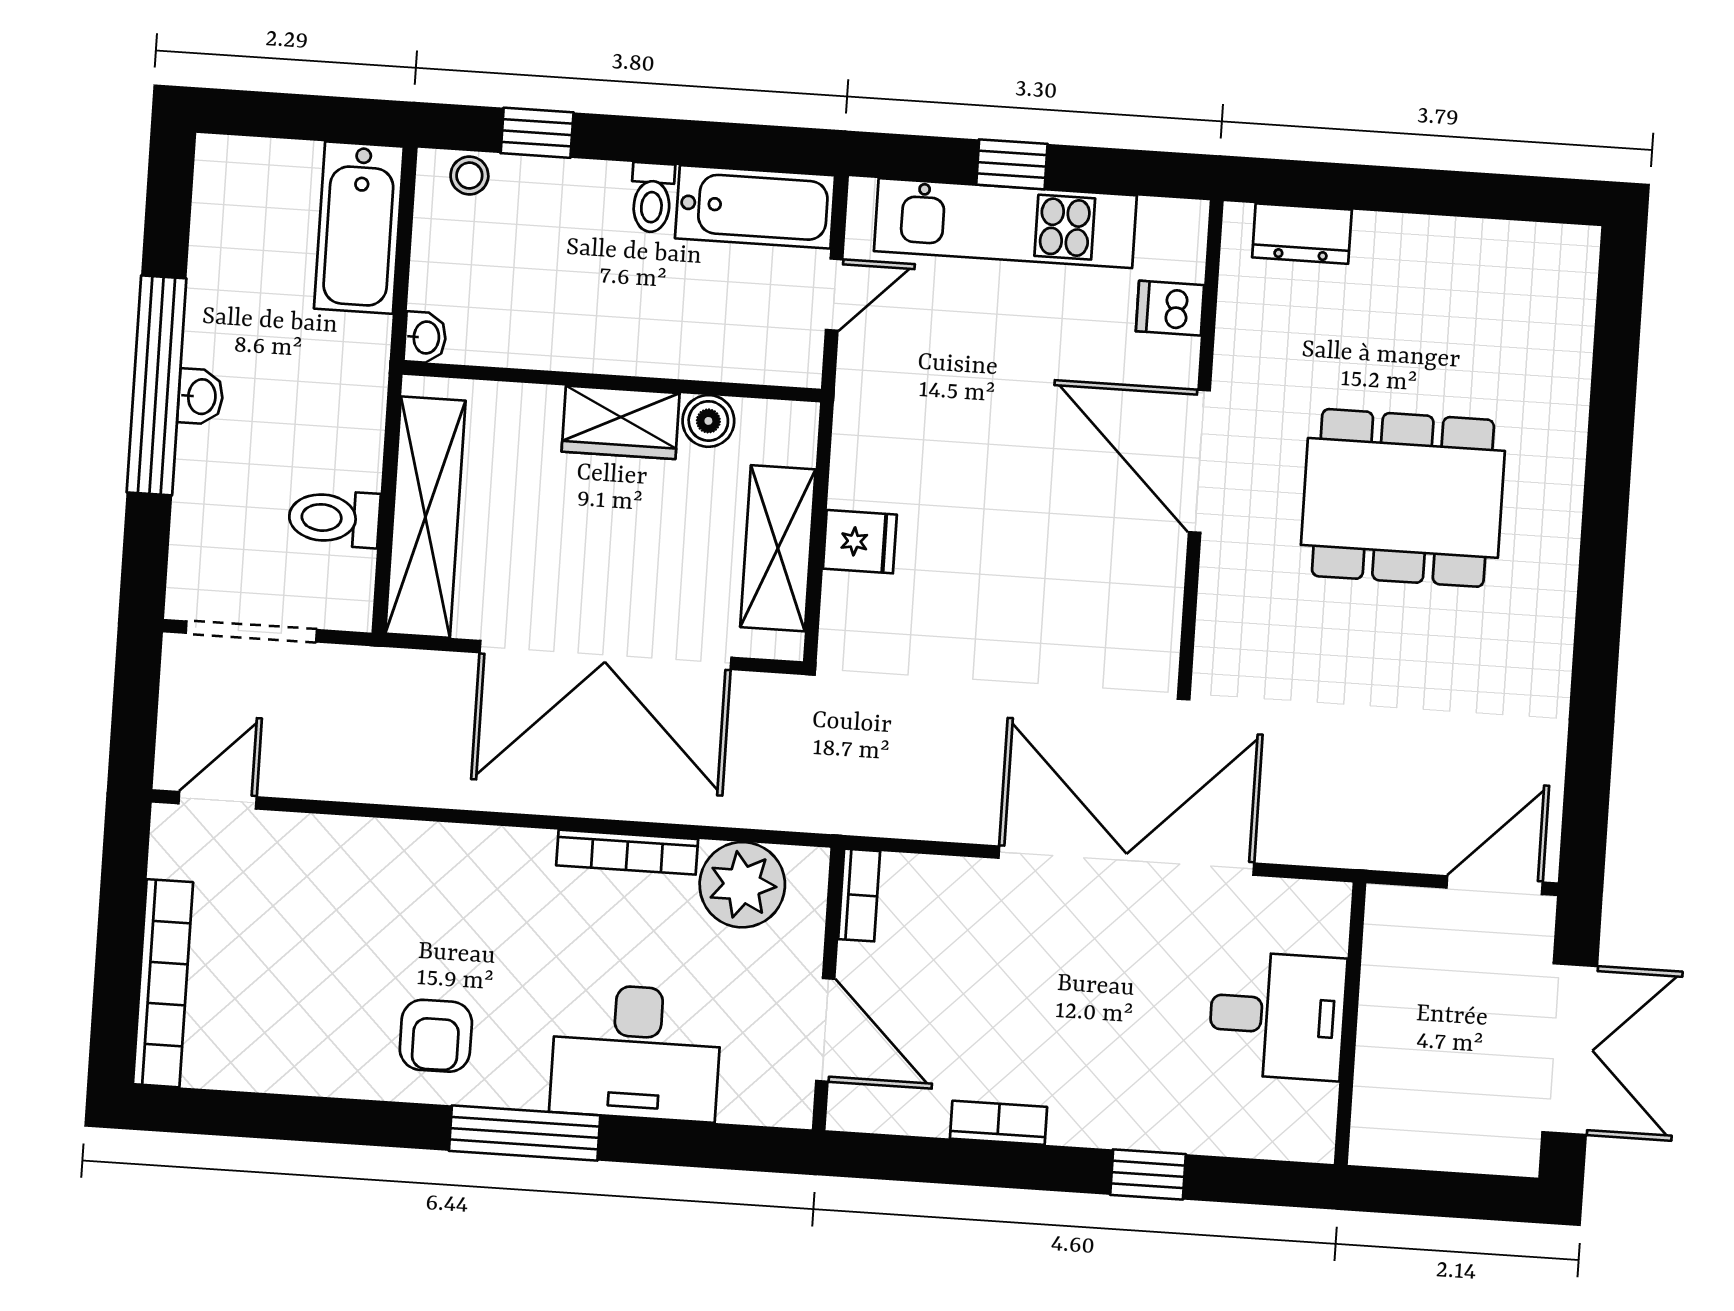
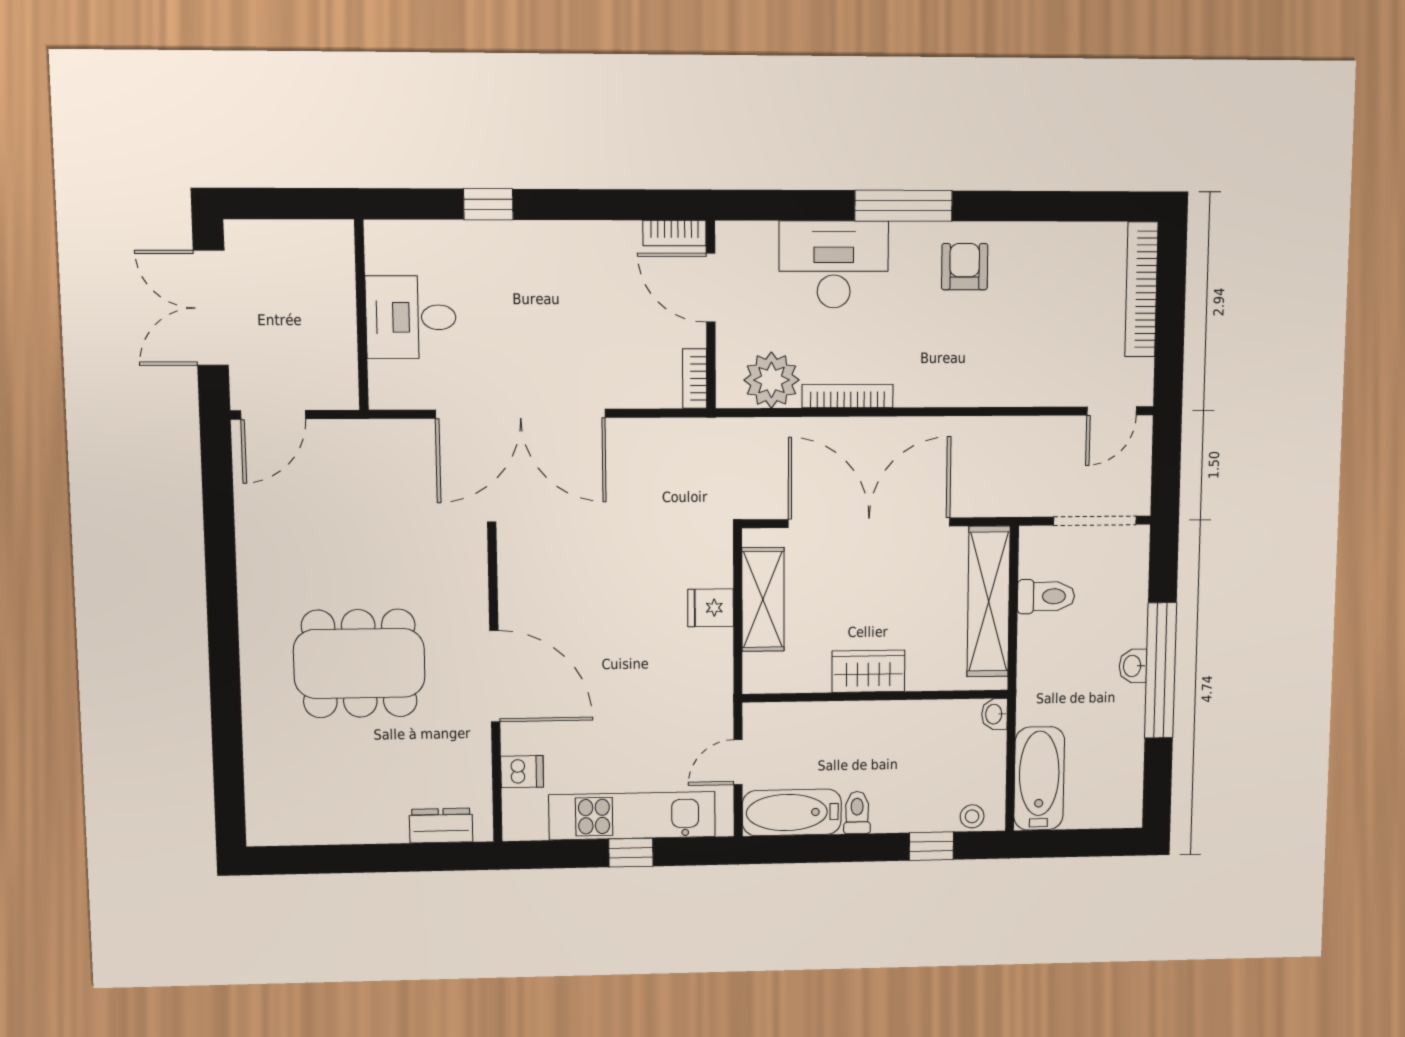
boiler: (708, 421) -> (813, 676), removed
bookcase: (998, 1123) -> (674, 233), moved

